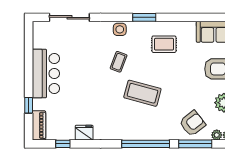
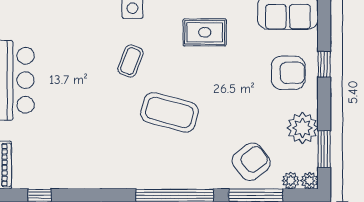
fridge: (84, 133) -> (74, 177), removed

